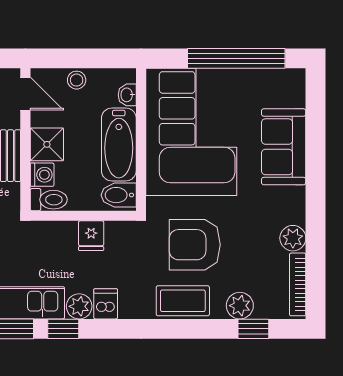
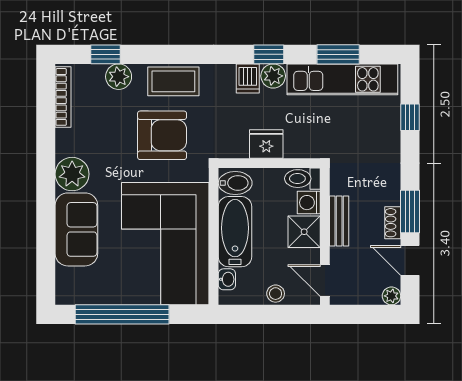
fridge: (91, 236) -> (266, 144), width x1.38
plant: (293, 238) -> (72, 174), moved, width x1.36, depth x1.36
window: (63, 329) -> (269, 54), moved

